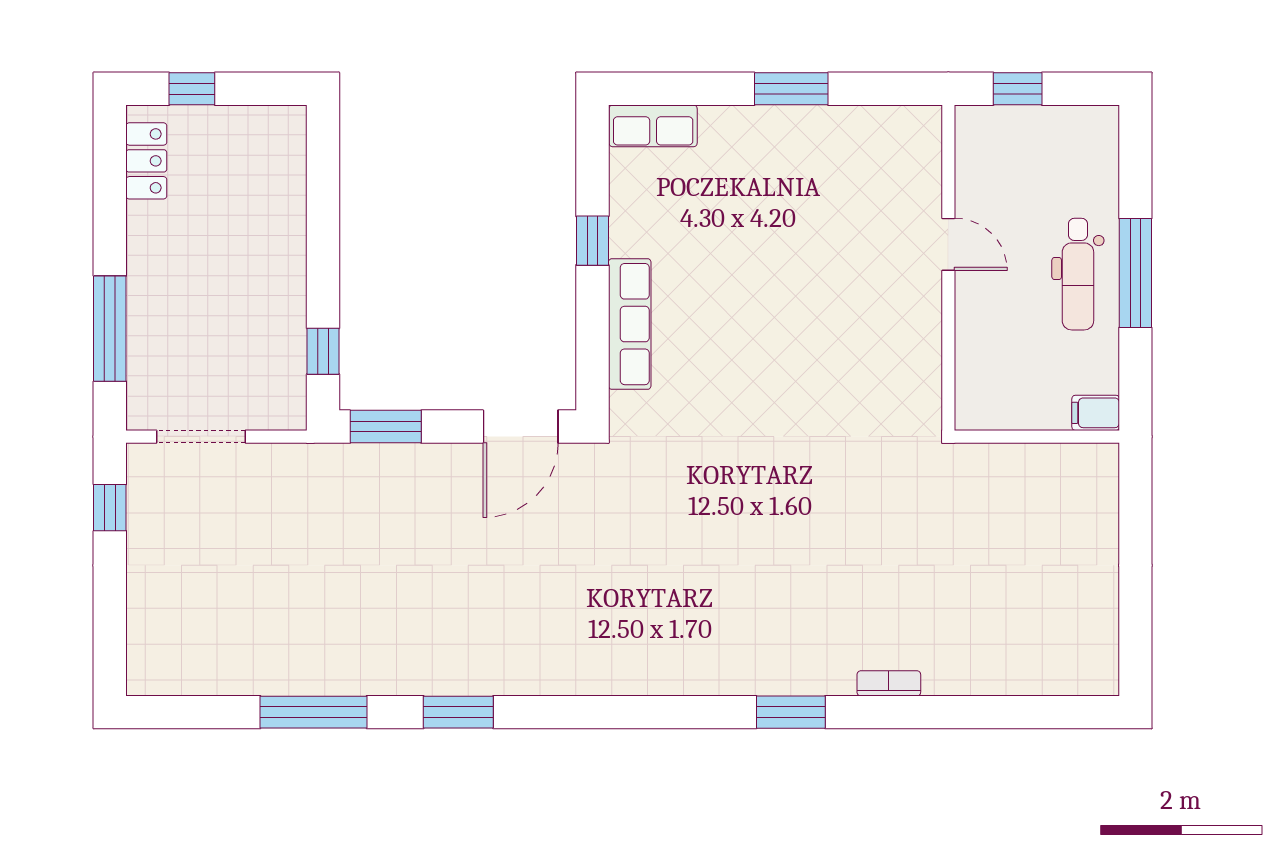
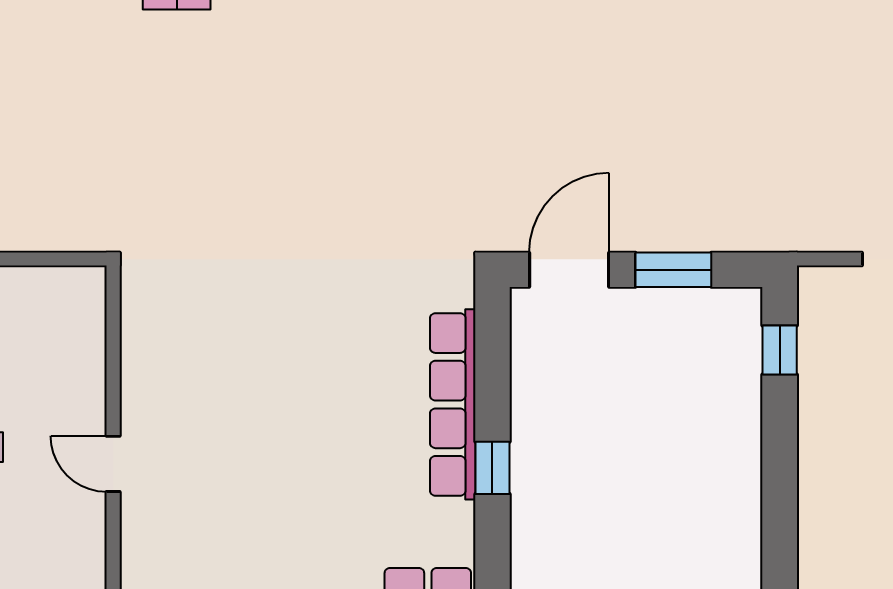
row of seats: (630, 324) -> (453, 404), width x1.36
window: (386, 427) -> (673, 270), moved

